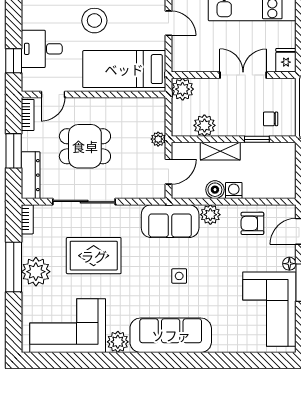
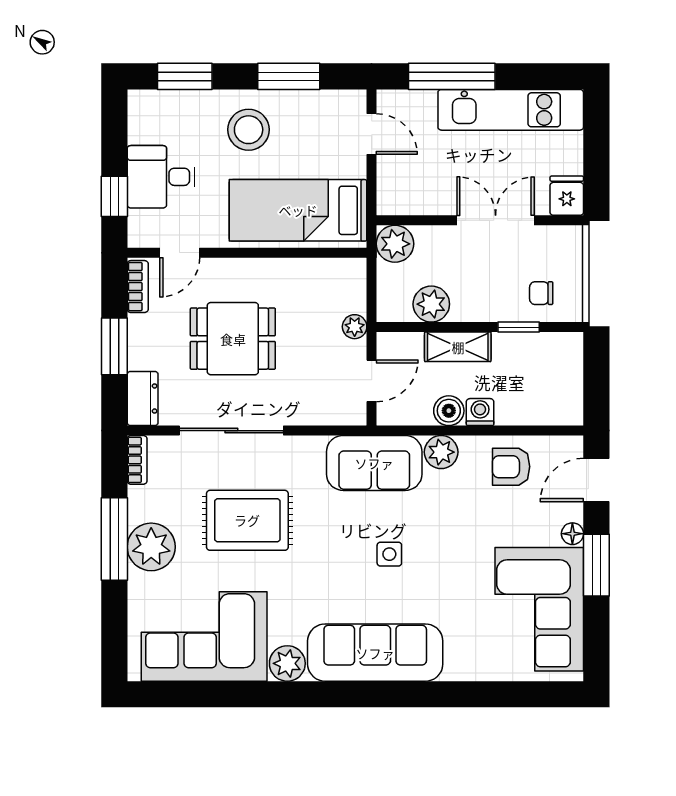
dresser: (31, 175) -> (143, 398), width x0.70

